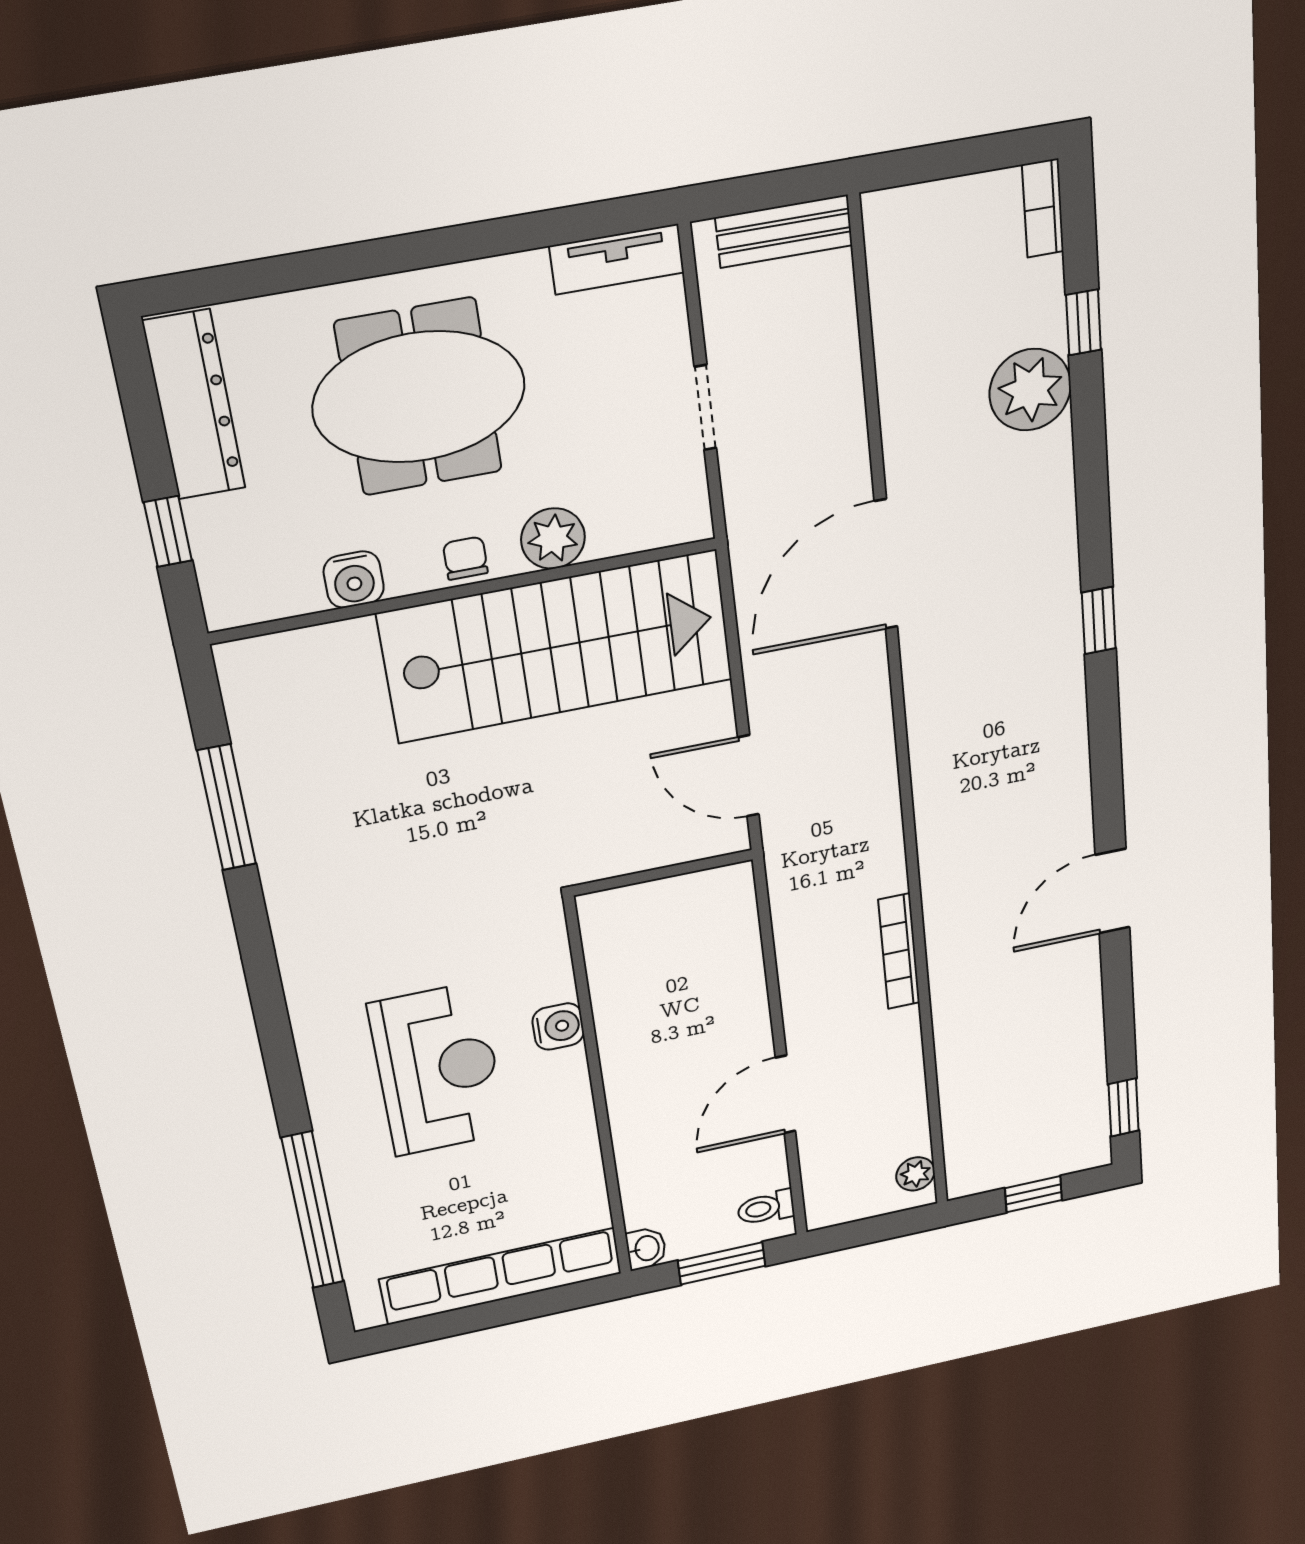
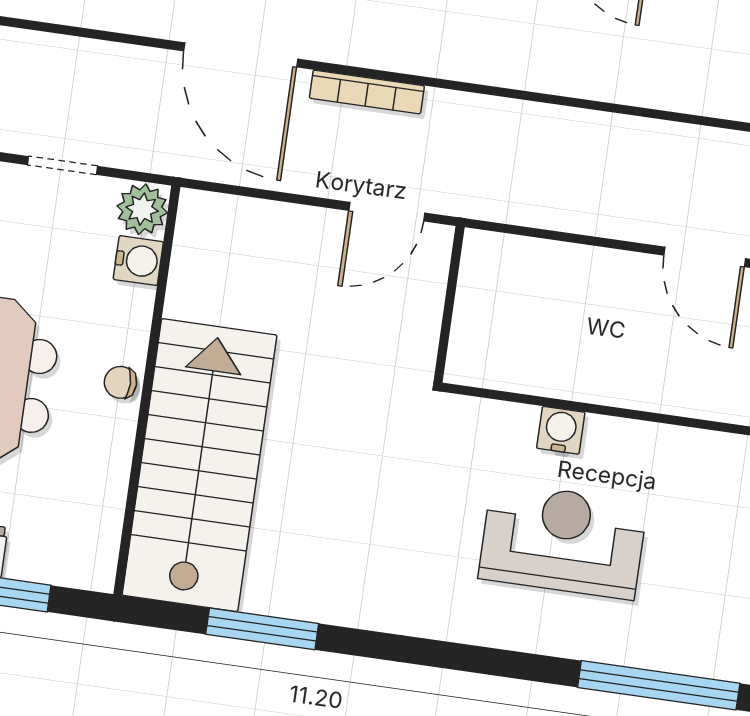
plant: (553, 539) -> (142, 209), moved
water cooler: (354, 580) -> (138, 261), moved
stairs: (557, 647) -> (200, 465), moved
bookcase: (899, 951) -> (367, 92), moved

